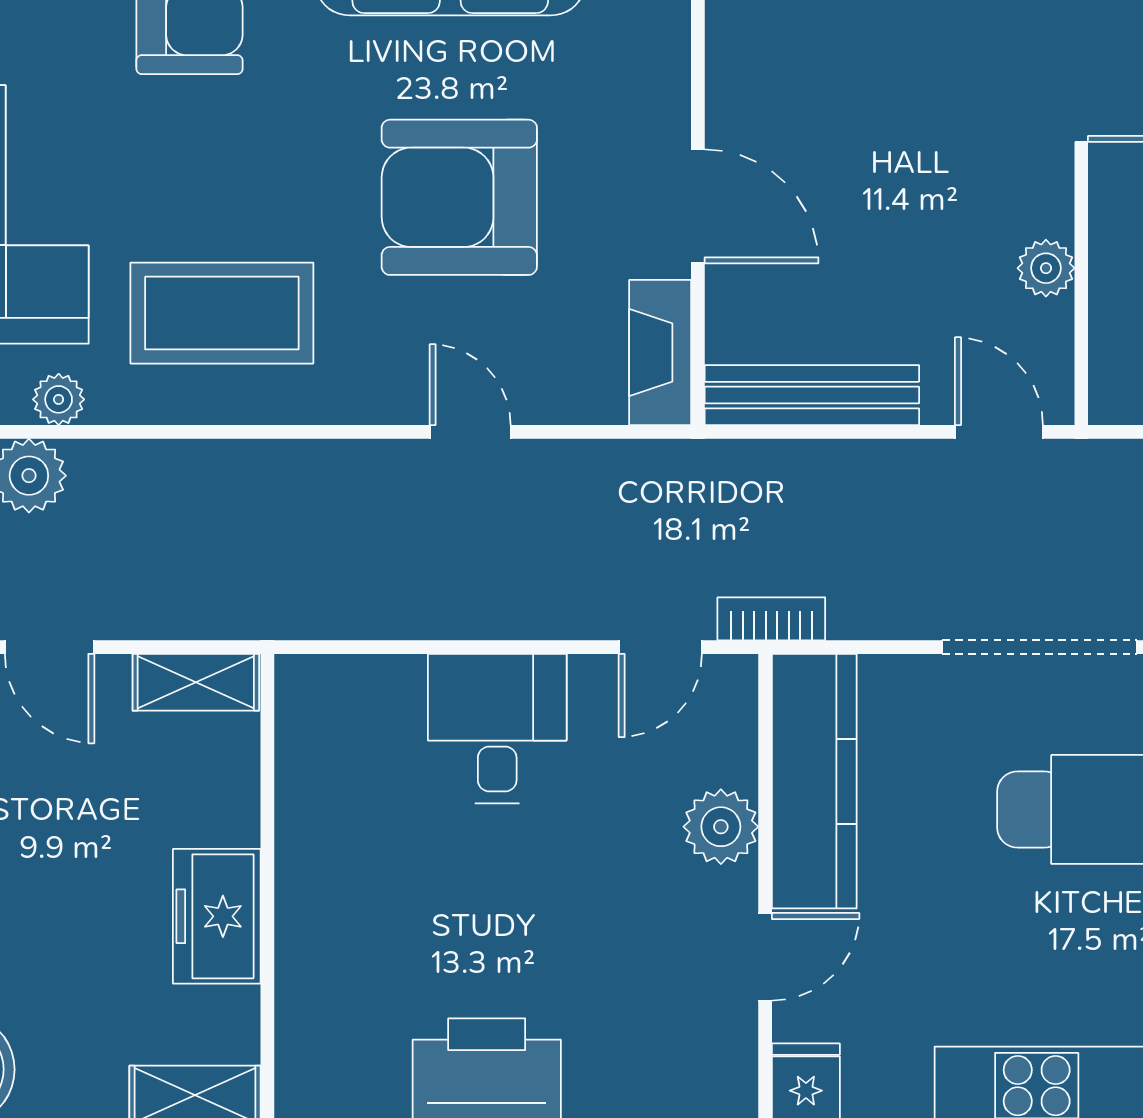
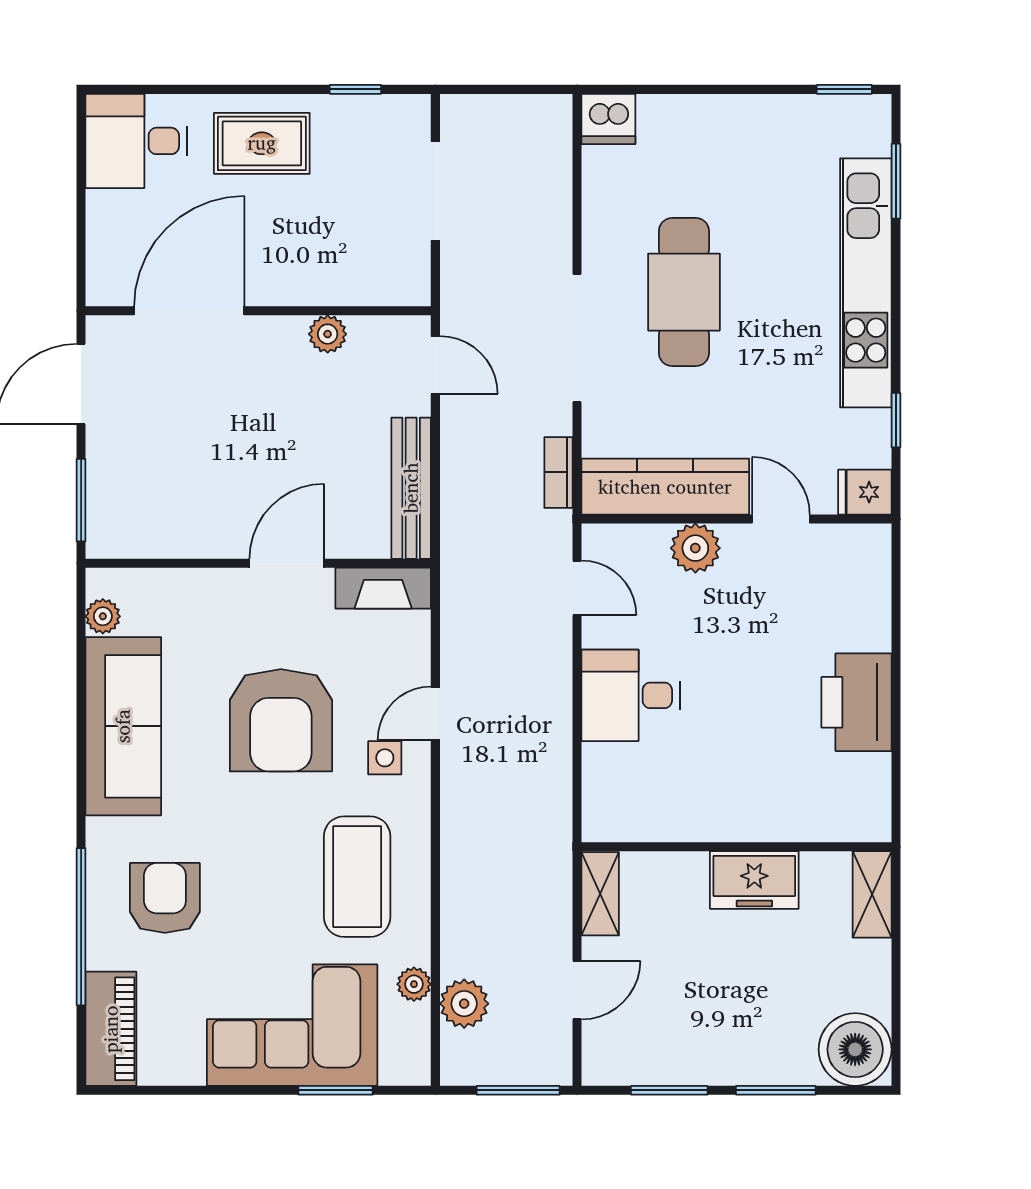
side table: (402, 355) -> (385, 758), added
door: (999, 432) -> (435, 365), swing flipped
bookcase: (771, 619) -> (558, 472), moved

